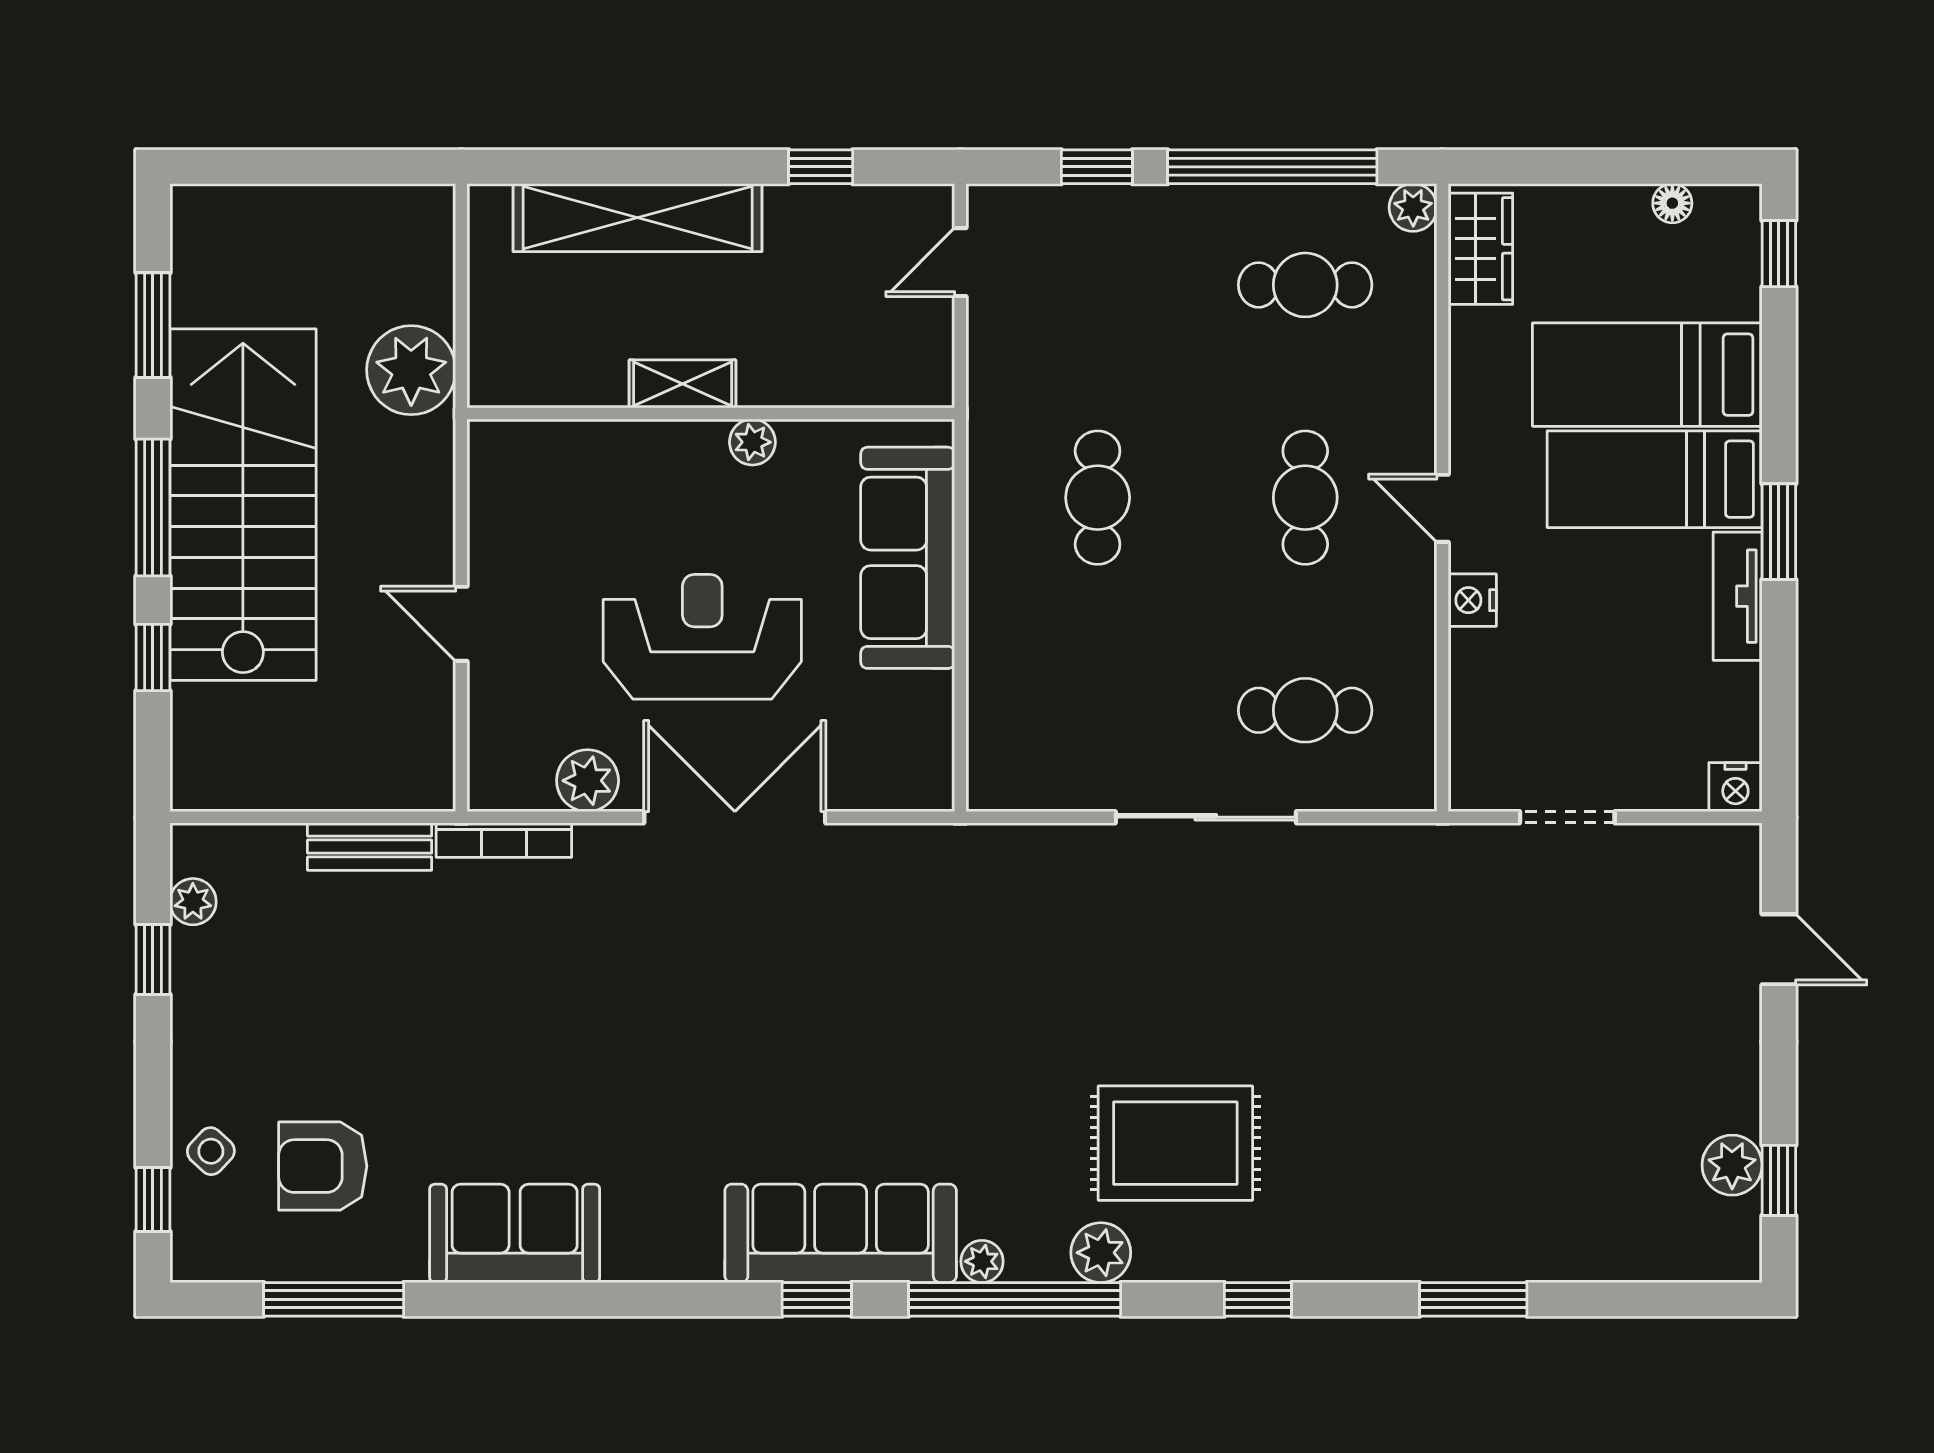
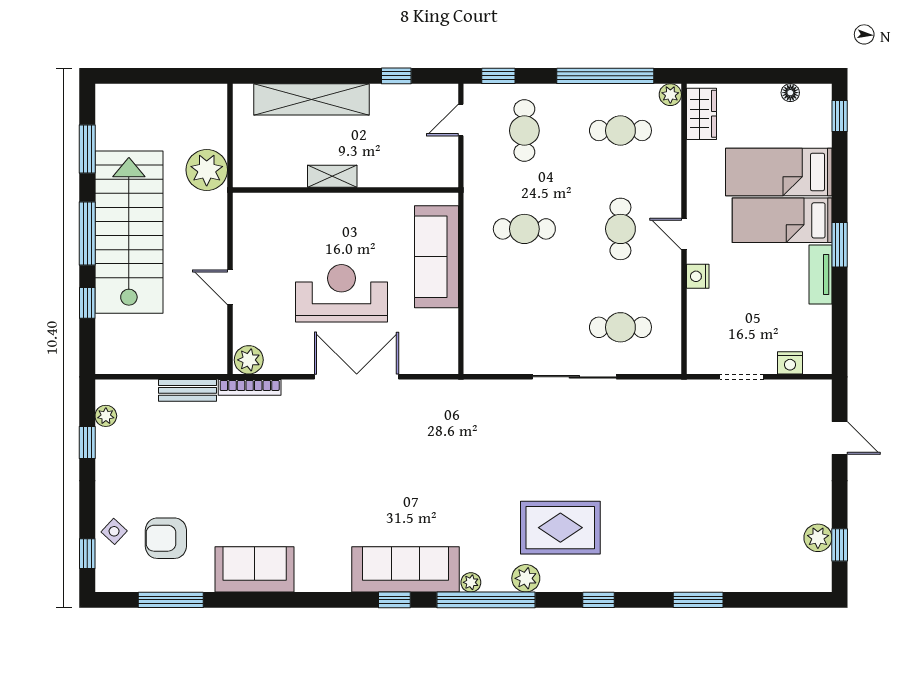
window: (1097, 167) -> (498, 76), moved
cafe table: (1098, 285) -> (524, 131), added
plant: (752, 442) -> (365, 203), removed
cafe table: (1098, 498) -> (524, 229), turned 90
plant: (588, 781) -> (249, 360), moved
nightstand: (1735, 787) -> (790, 363), moved

